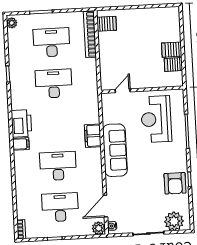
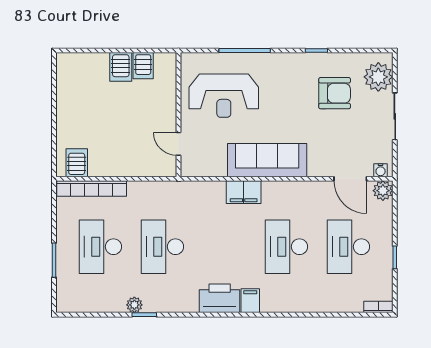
plant: (12, 23) -> (134, 305), moved
armchair: (175, 183) -> (335, 93), moved

